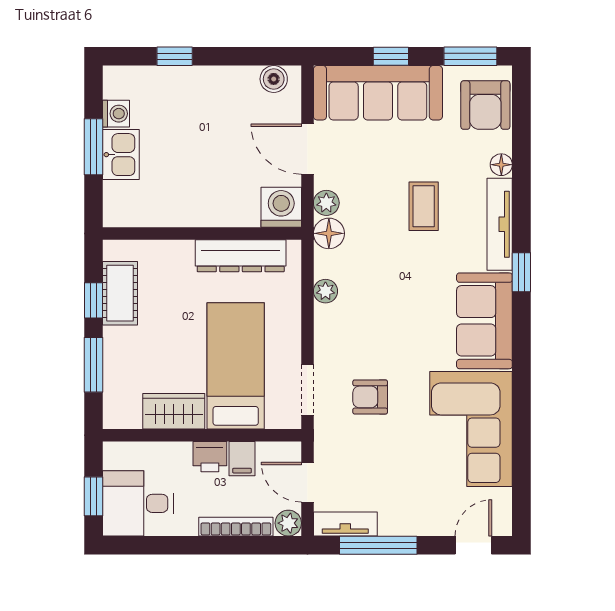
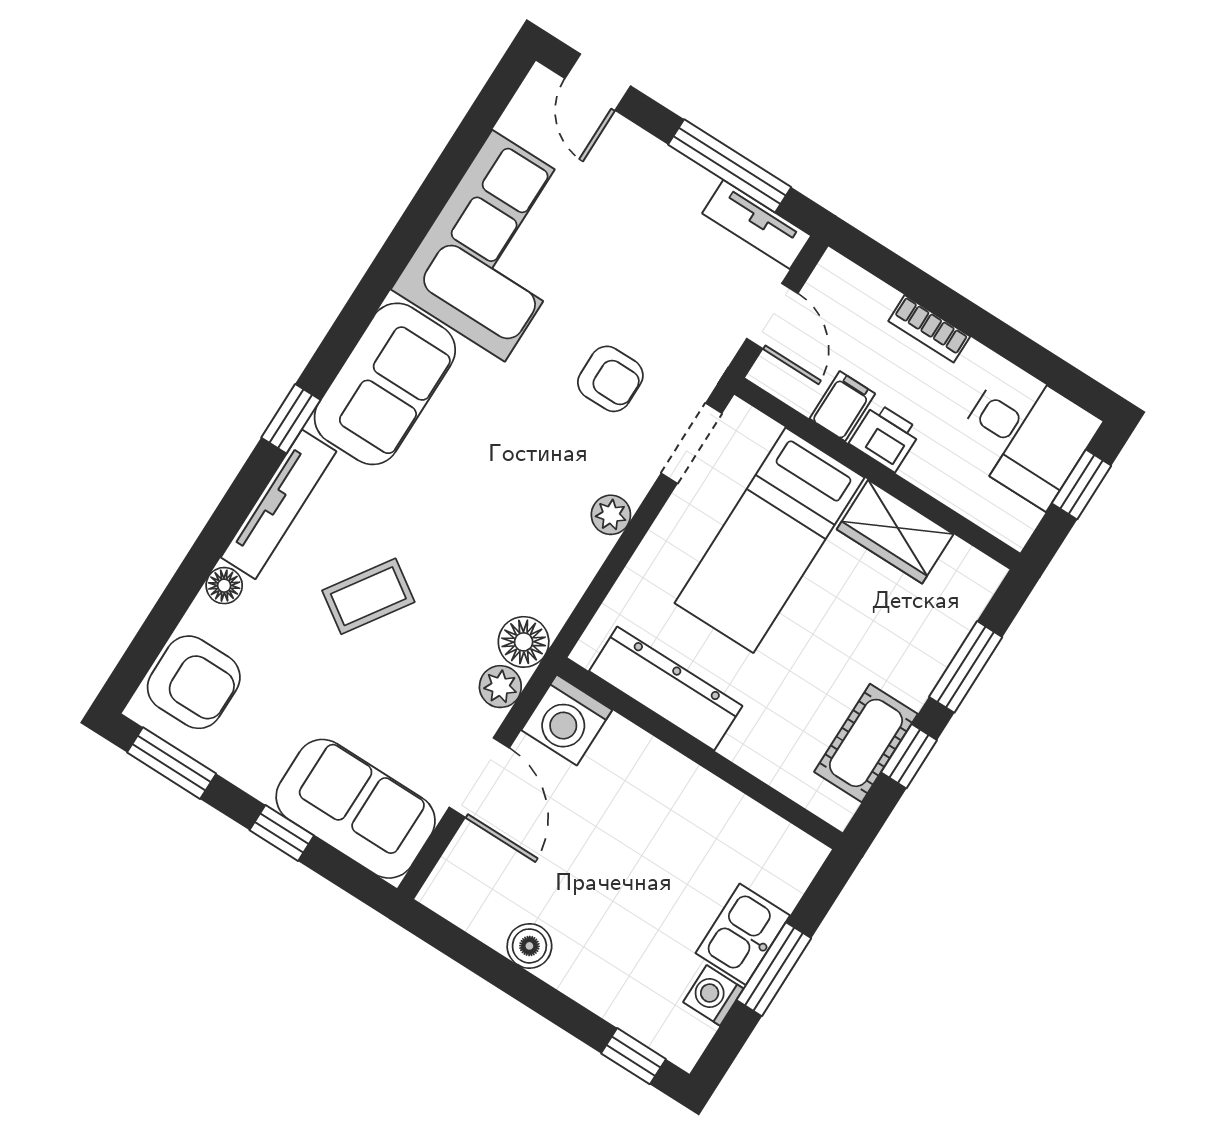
window: (175, 56) -> (634, 1056), moved
boiler: (274, 79) -> (529, 946), moved
sofa: (378, 93) -> (356, 809), width x0.73
armchair: (485, 105) -> (194, 682), turned 90
coffee table: (424, 206) -> (368, 596), turned 34
plant: (325, 291) -> (611, 515), moved
plant: (288, 523) -> (835, 276), removed
bookcase: (236, 527) -> (929, 329), width x0.64
door: (473, 545) -> (598, 82), hinge flipped

